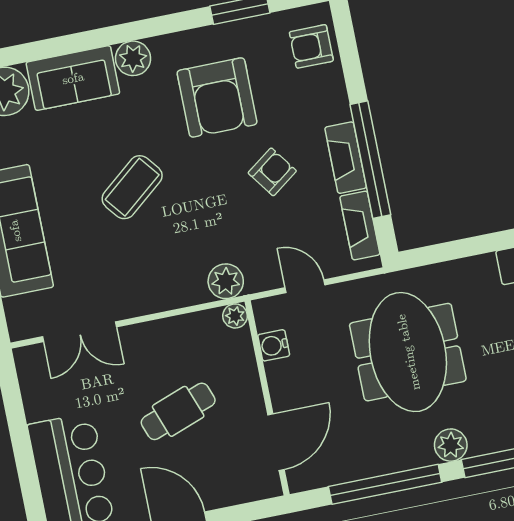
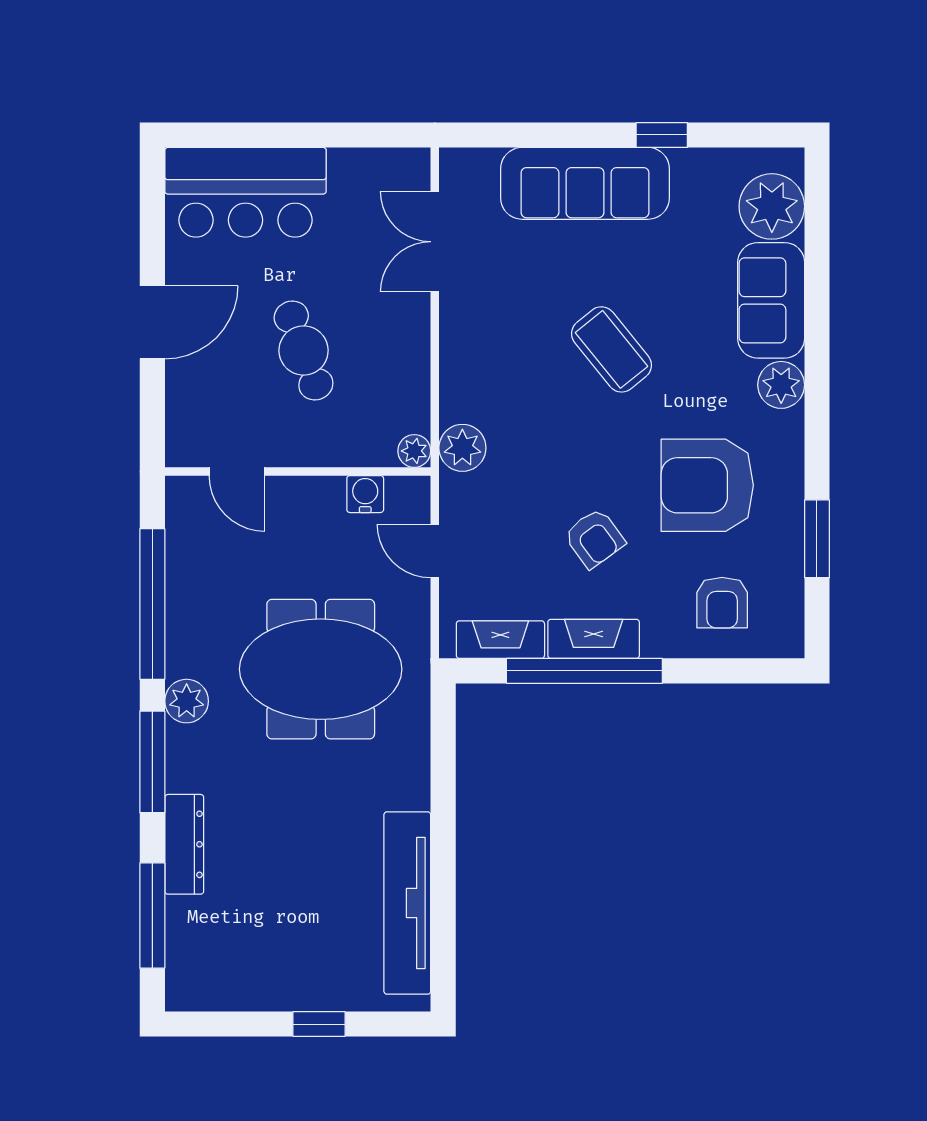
armchair: (311, 46) -> (722, 603), moved, turned 180
door: (305, 286) -> (435, 551), swing flipped
door: (276, 442) -> (237, 471), width x0.73

